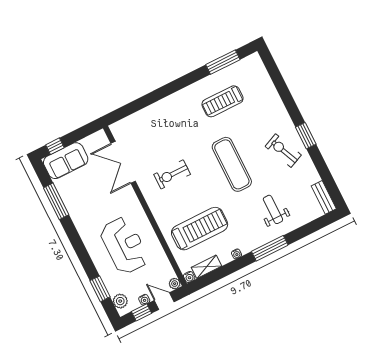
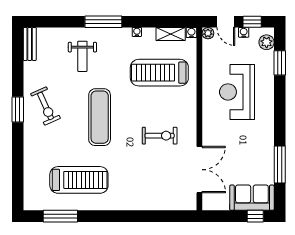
treadmill: (223, 101) -> (79, 180), width x1.37, depth x1.38

